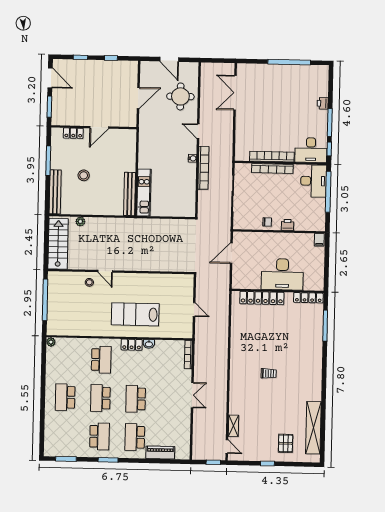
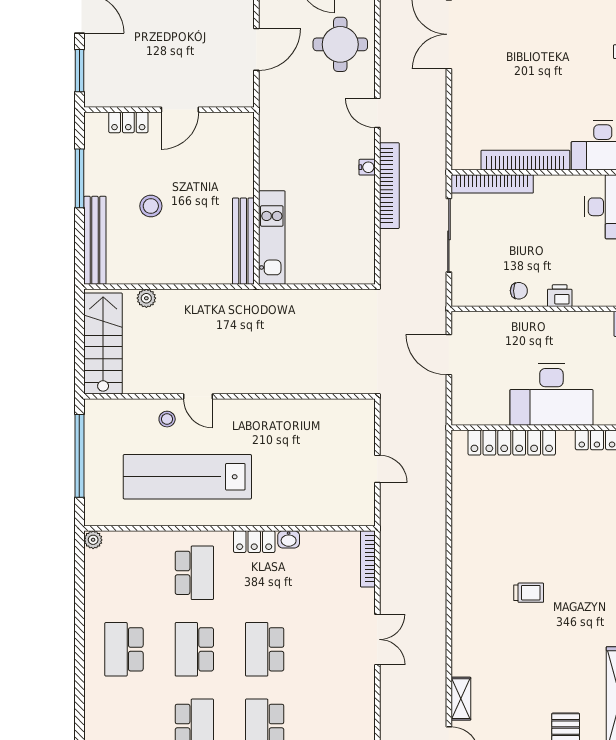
bookcase: (272, 169) -> (492, 184), moved
door: (231, 253) -> (449, 355), hinge flipped
lab bench: (135, 314) -> (187, 477), moved, width x1.36

